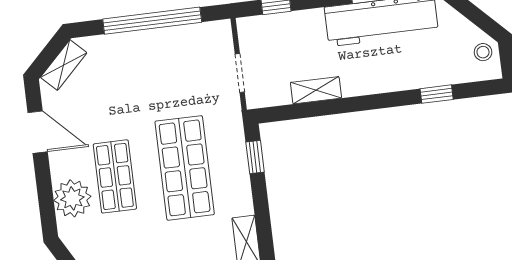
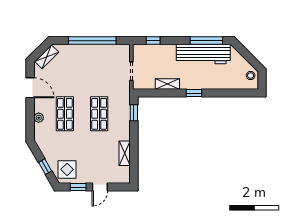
window: (437, 94) -> (194, 93), moved
shop shelf: (185, 168) -> (99, 114), width x0.70, depth x0.74
plant: (72, 198) -> (39, 118), width x0.53, depth x0.53

